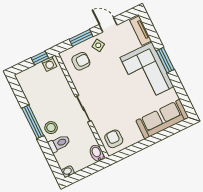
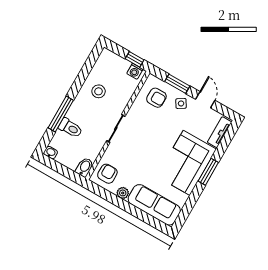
window: (33, 122) -> (61, 114), moved
stool: (51, 128) -> (99, 91), moved
plant: (137, 137) -> (123, 193), added

